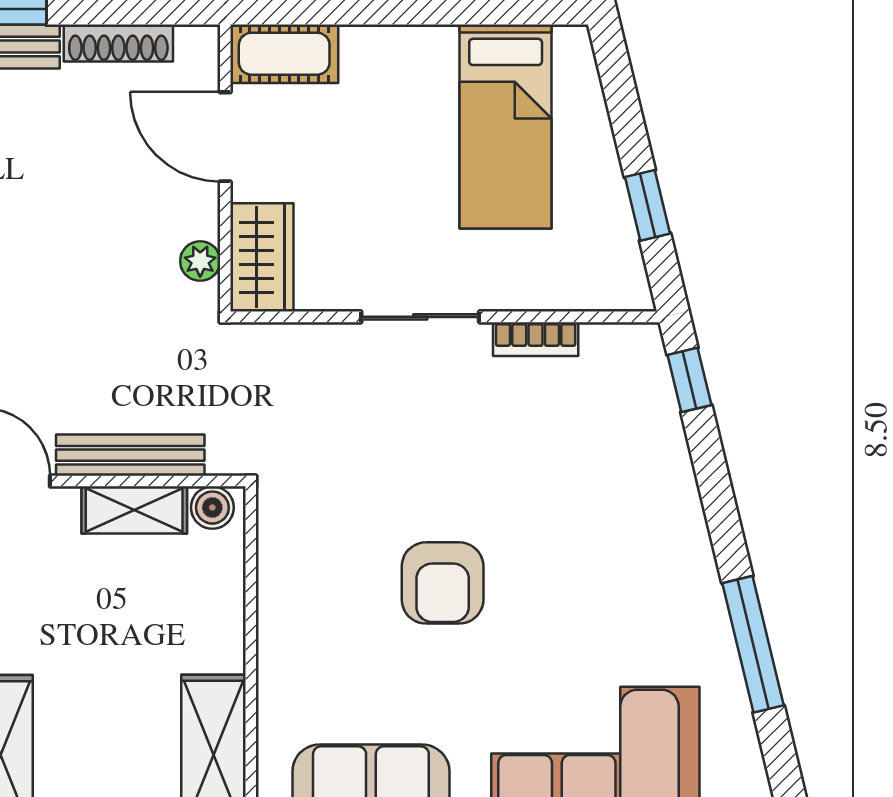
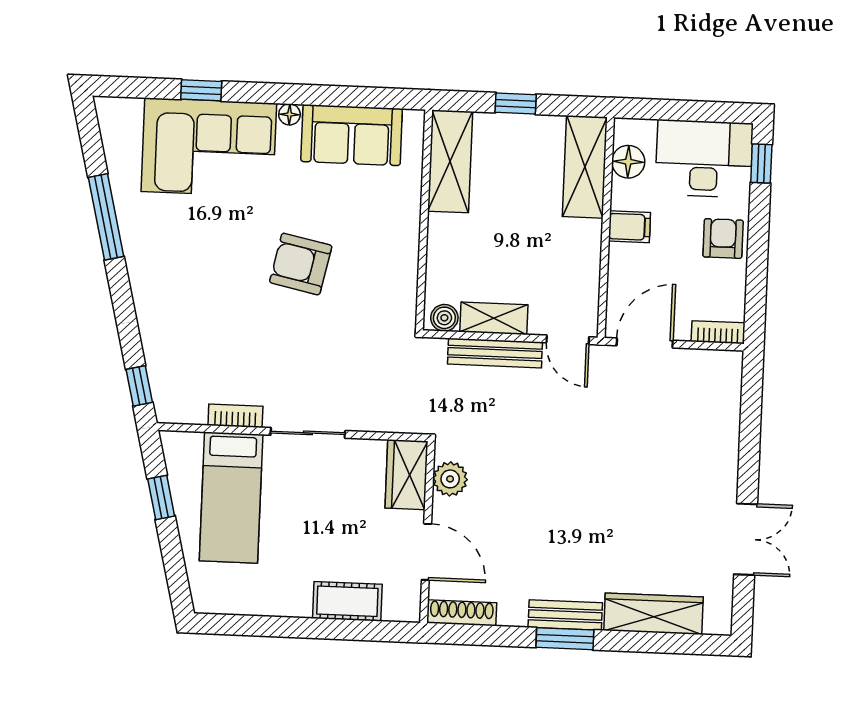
shoe rack: (118, 43) -> (462, 613), moved
cot: (284, 54) -> (347, 601), moved
bed: (506, 126) -> (231, 498), moved, turned 180
plant: (200, 261) -> (450, 479), width x1.38, depth x1.38
armchair: (443, 583) -> (301, 264), turned -78

